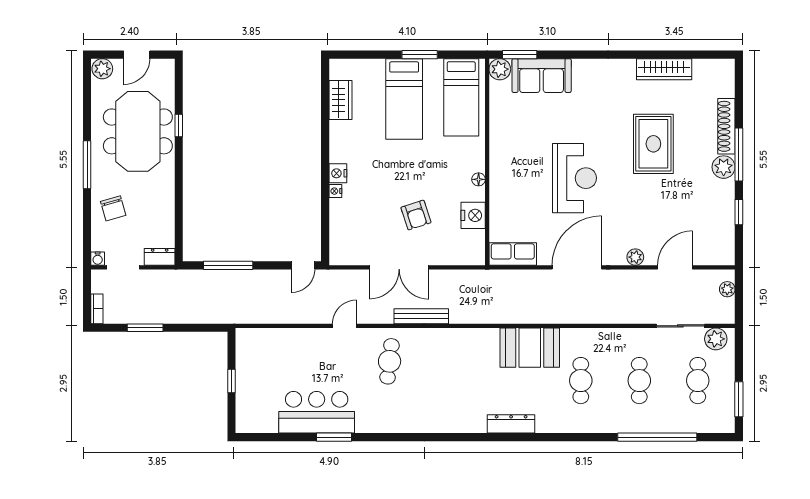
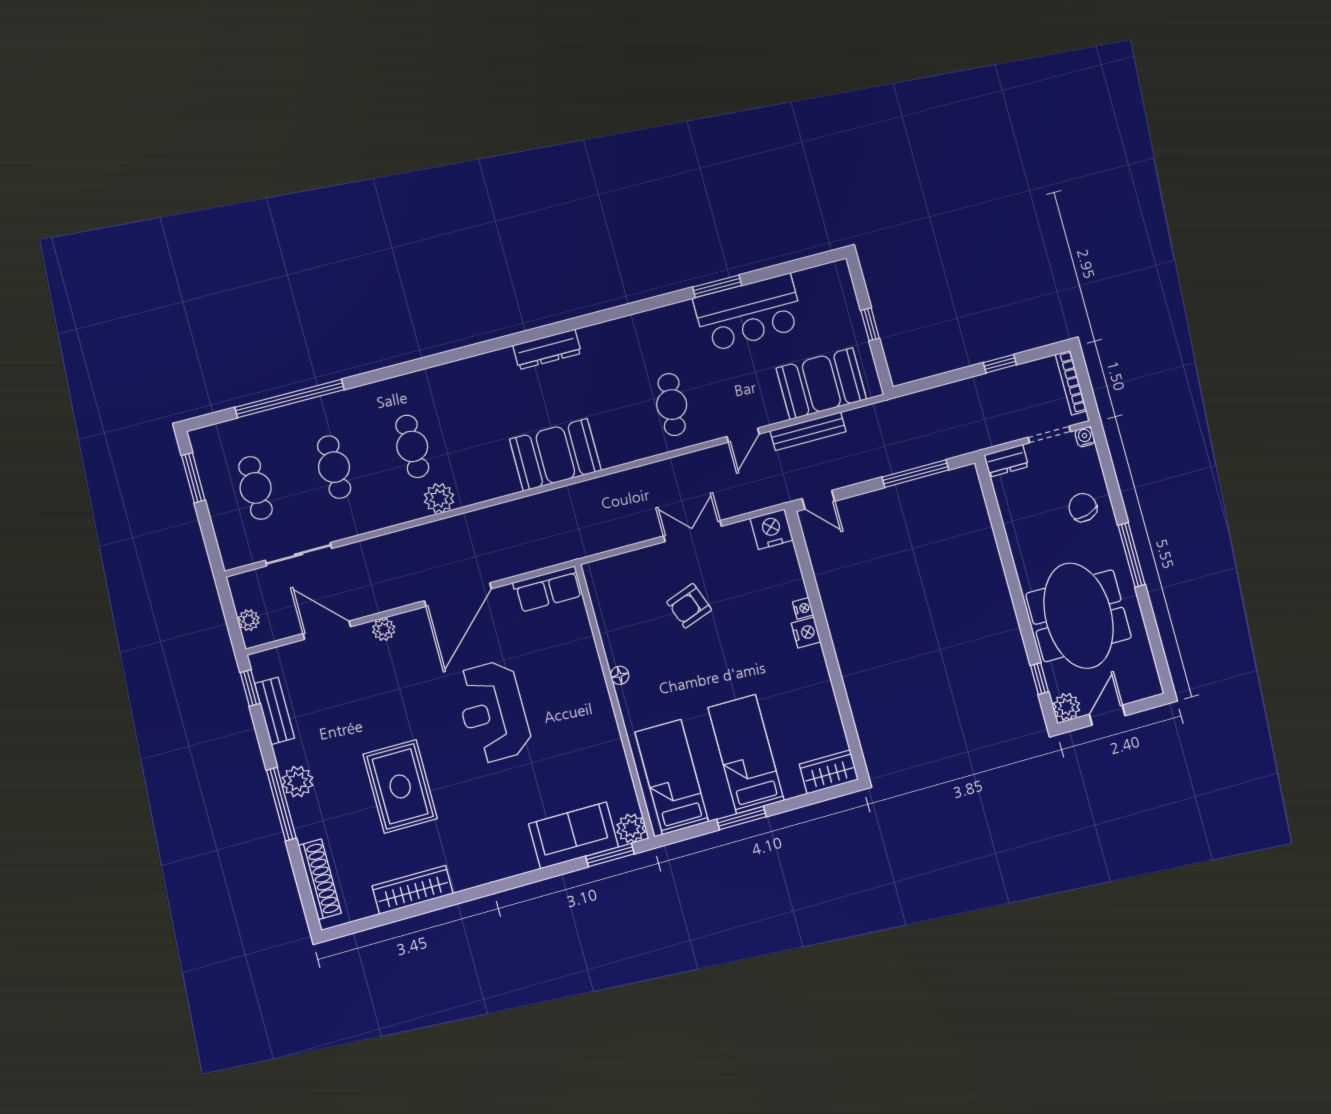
plant: (102, 69) -> (1067, 707), moved
wardrobe: (340, 100) -> (829, 772), moved, turned 90
window: (179, 125) -> (1039, 679), moved
shoe rack: (726, 126) -> (320, 879), moved
window: (739, 212) -> (250, 688), moved
armchair: (416, 215) -> (689, 606), turned -92
nightstand: (473, 215) -> (772, 529), moved, turned 90
bench: (726, 221) -> (275, 711), added
door: (303, 265) -> (818, 500), swing flipped
double door: (399, 267) -> (693, 531), width x0.73
door: (675, 267) -> (327, 630), swing flipped
bookcase: (97, 309) -> (1071, 383), width x1.56
bench: (421, 316) -> (808, 431), moved
window: (145, 328) -> (1000, 364), width x0.67
plant: (716, 339) -> (439, 498), moved
booth: (278, 348) -> (821, 384), added
booth: (530, 348) -> (555, 455), moved
dresser: (511, 424) -> (547, 349), moved

